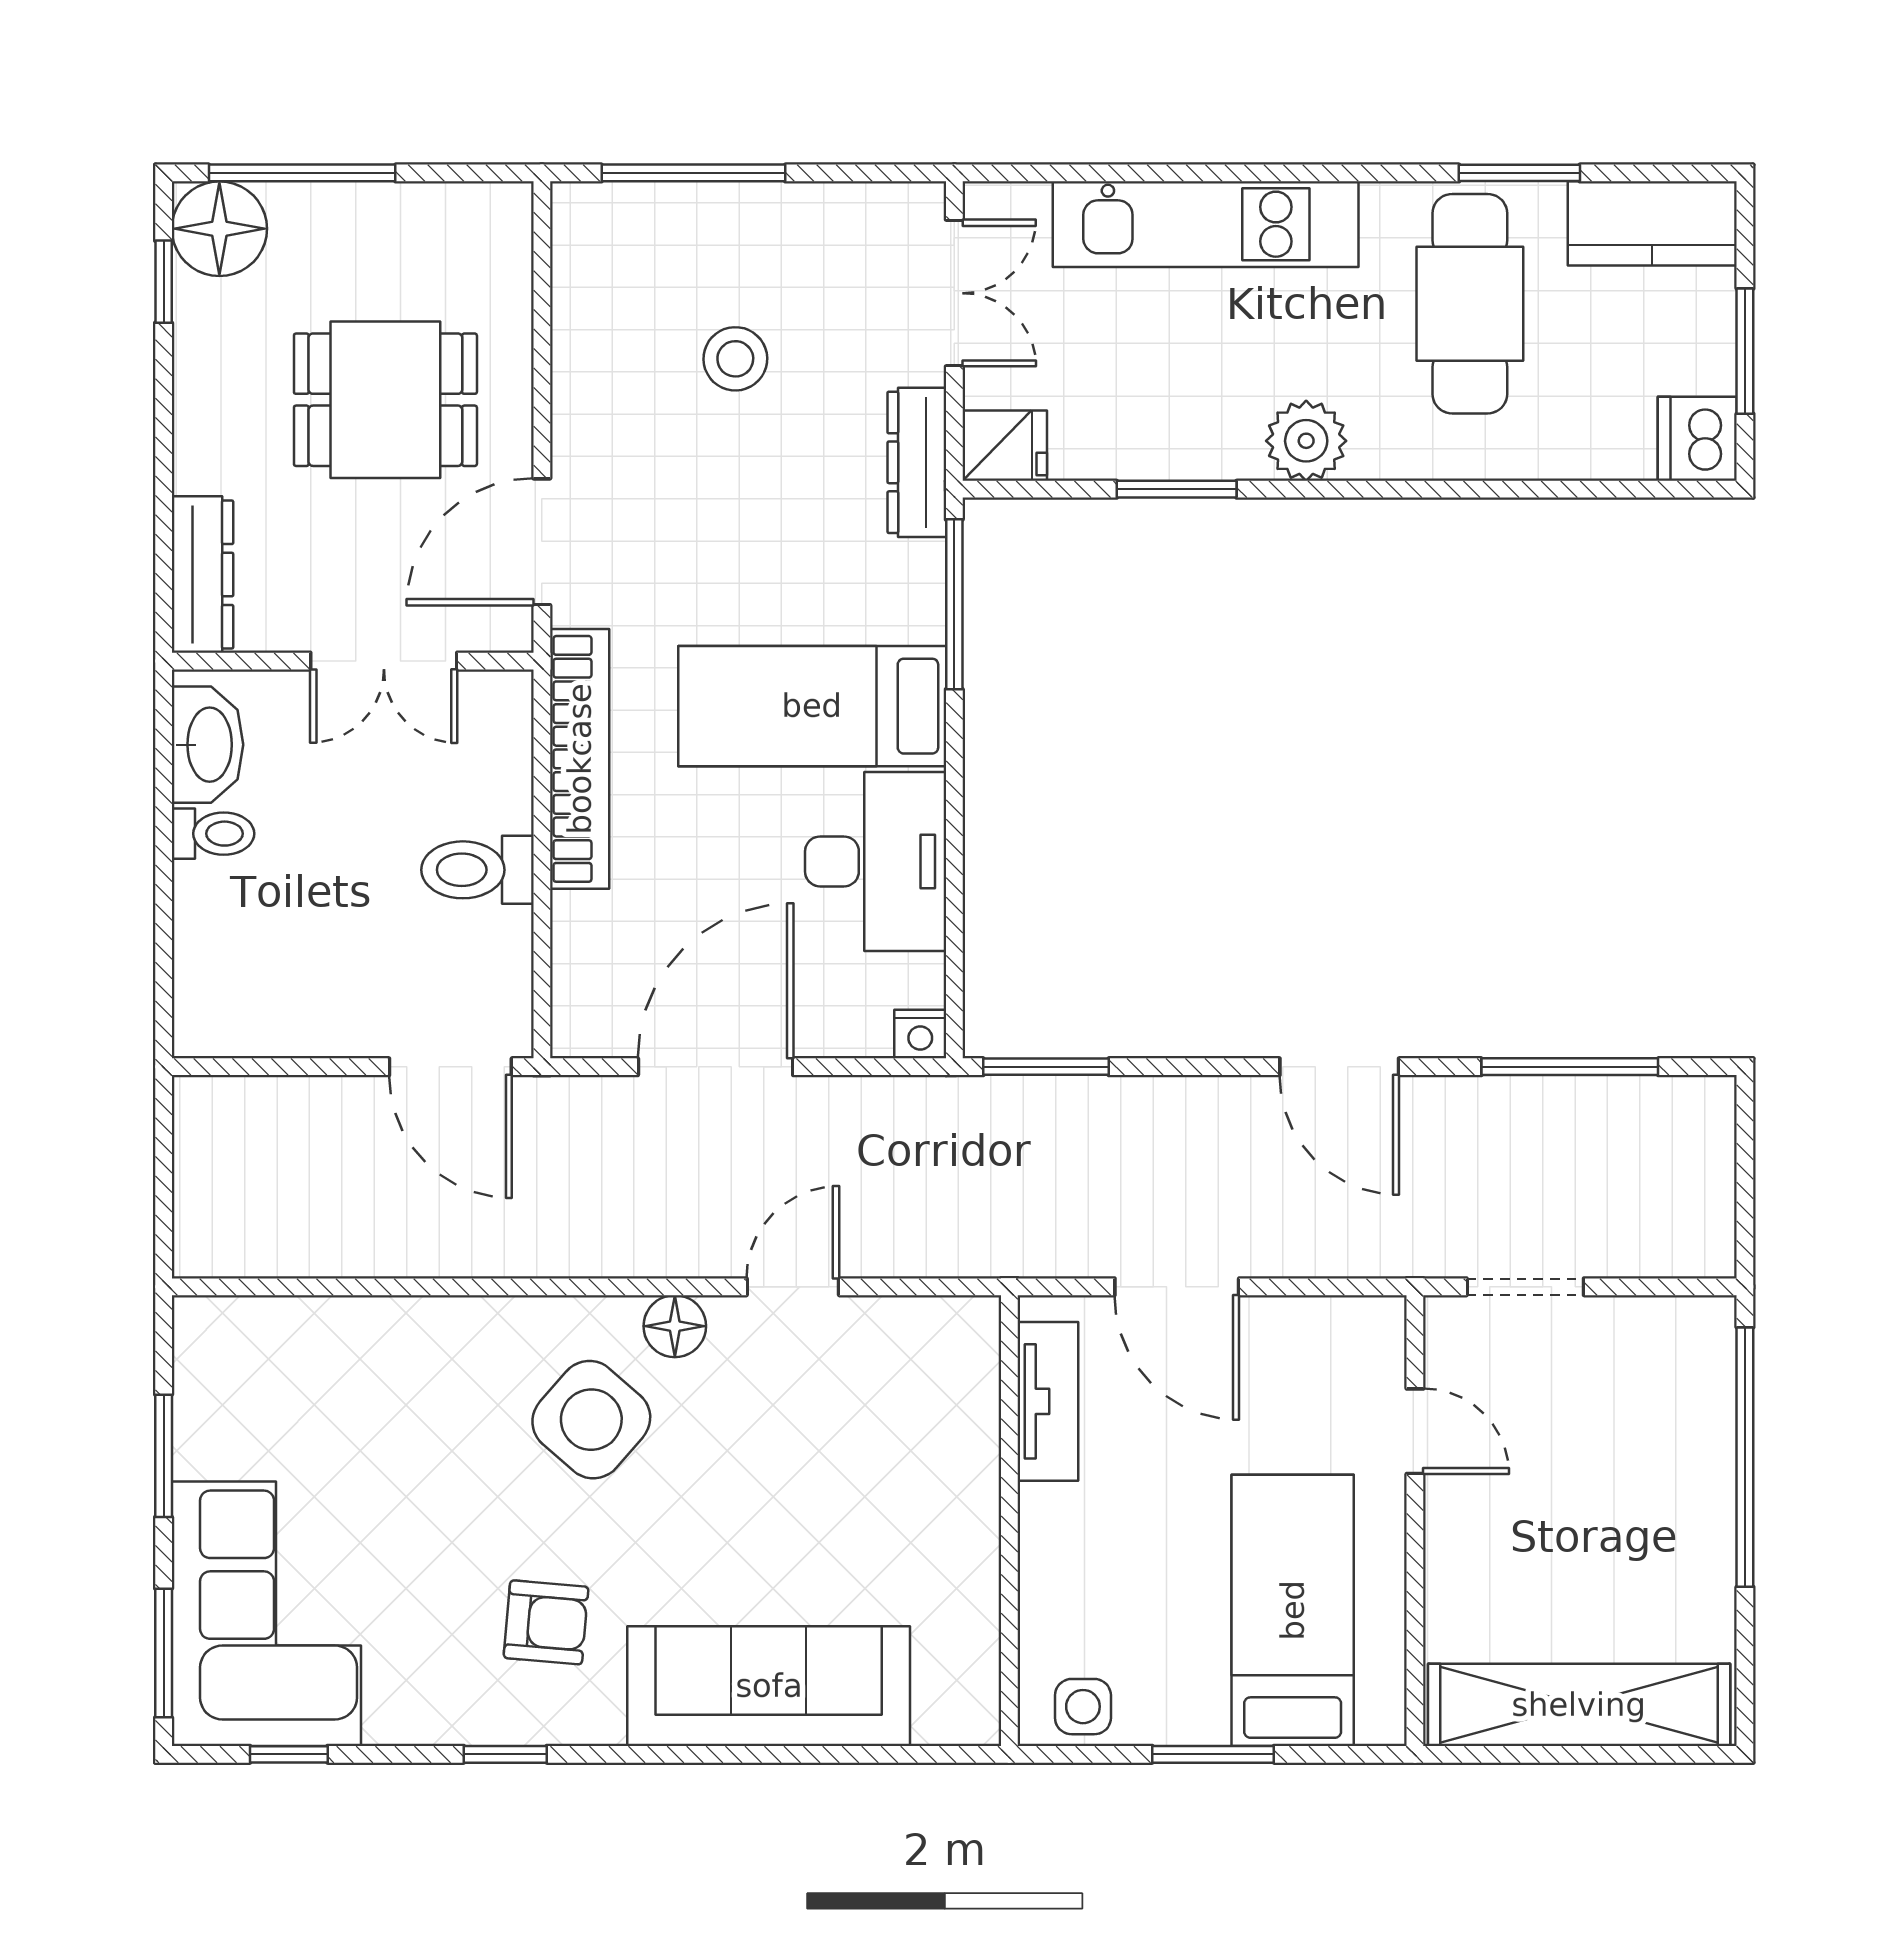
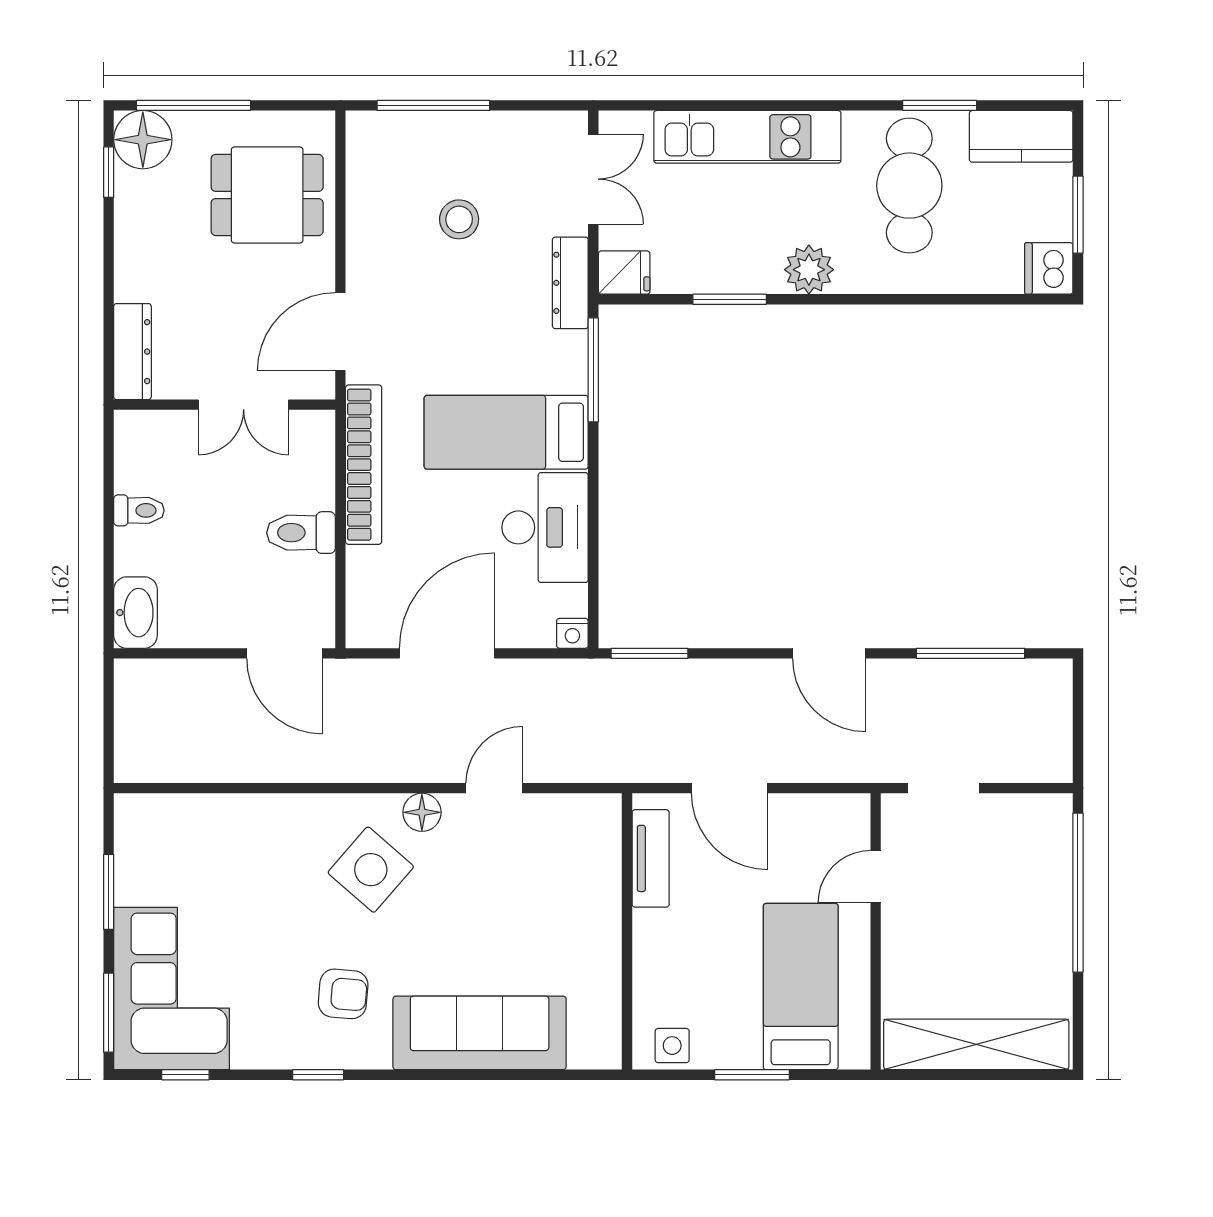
dining table: (385, 400) -> (267, 195), moved
washbasin: (207, 745) -> (136, 613), moved
door: (1415, 1431) -> (876, 877), swing flipped

